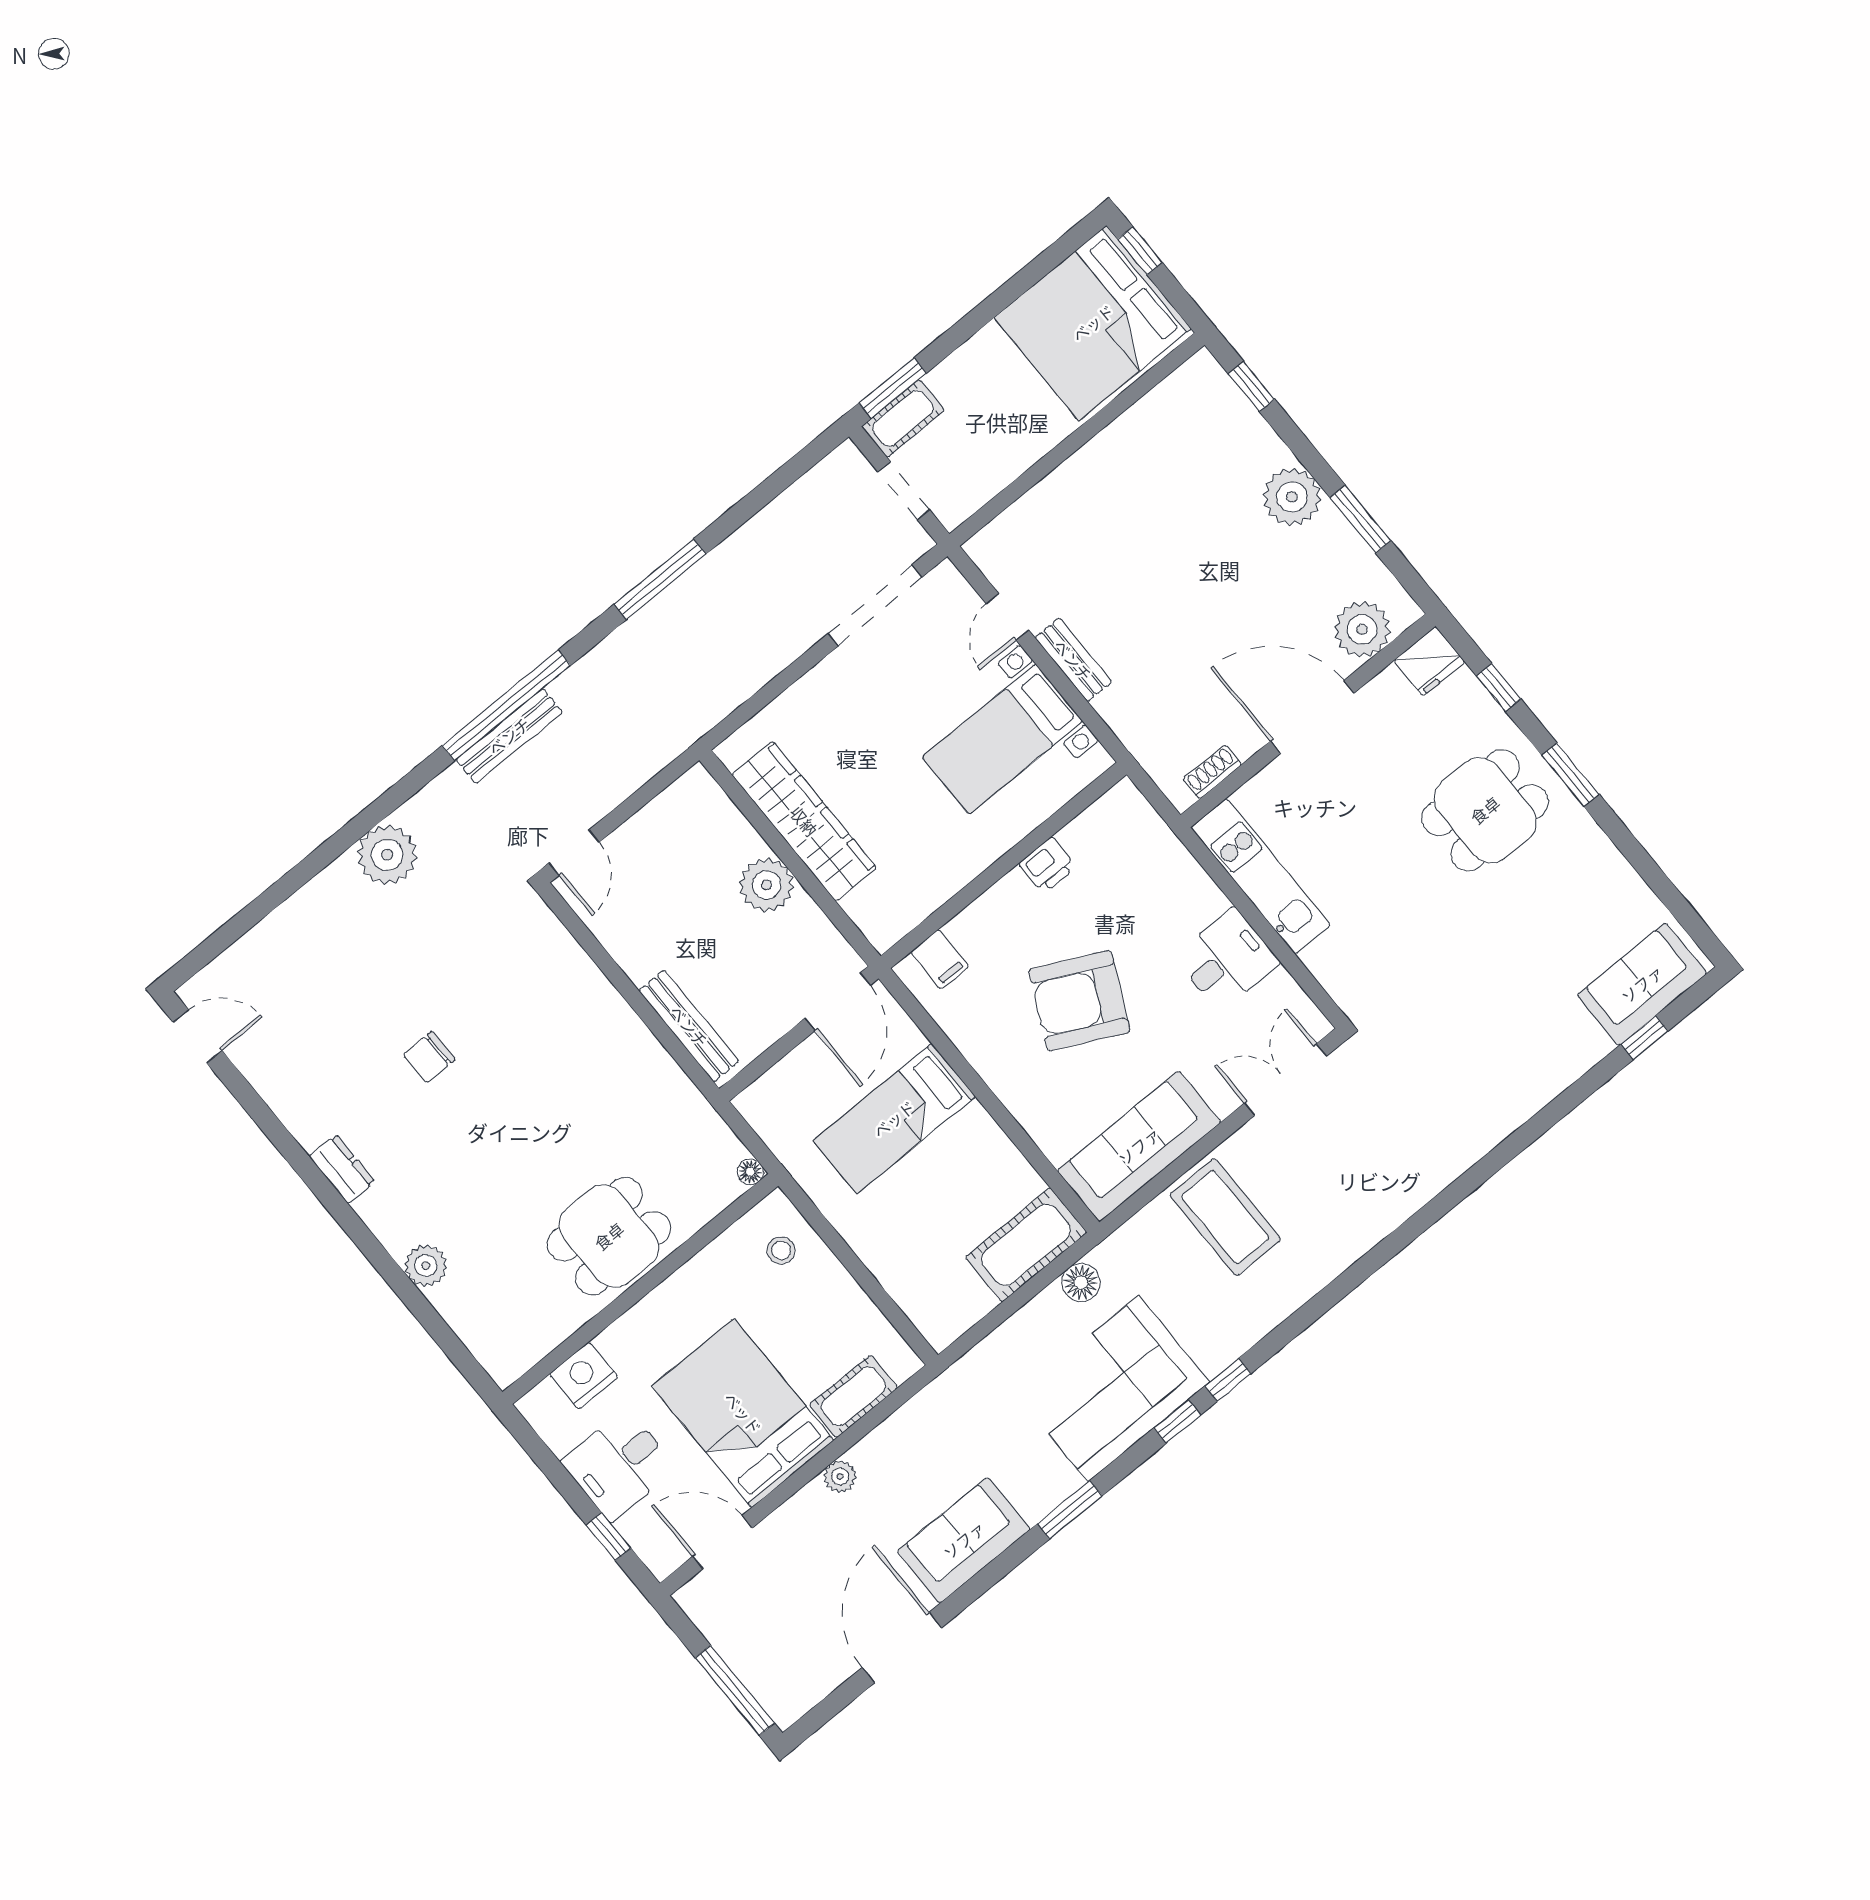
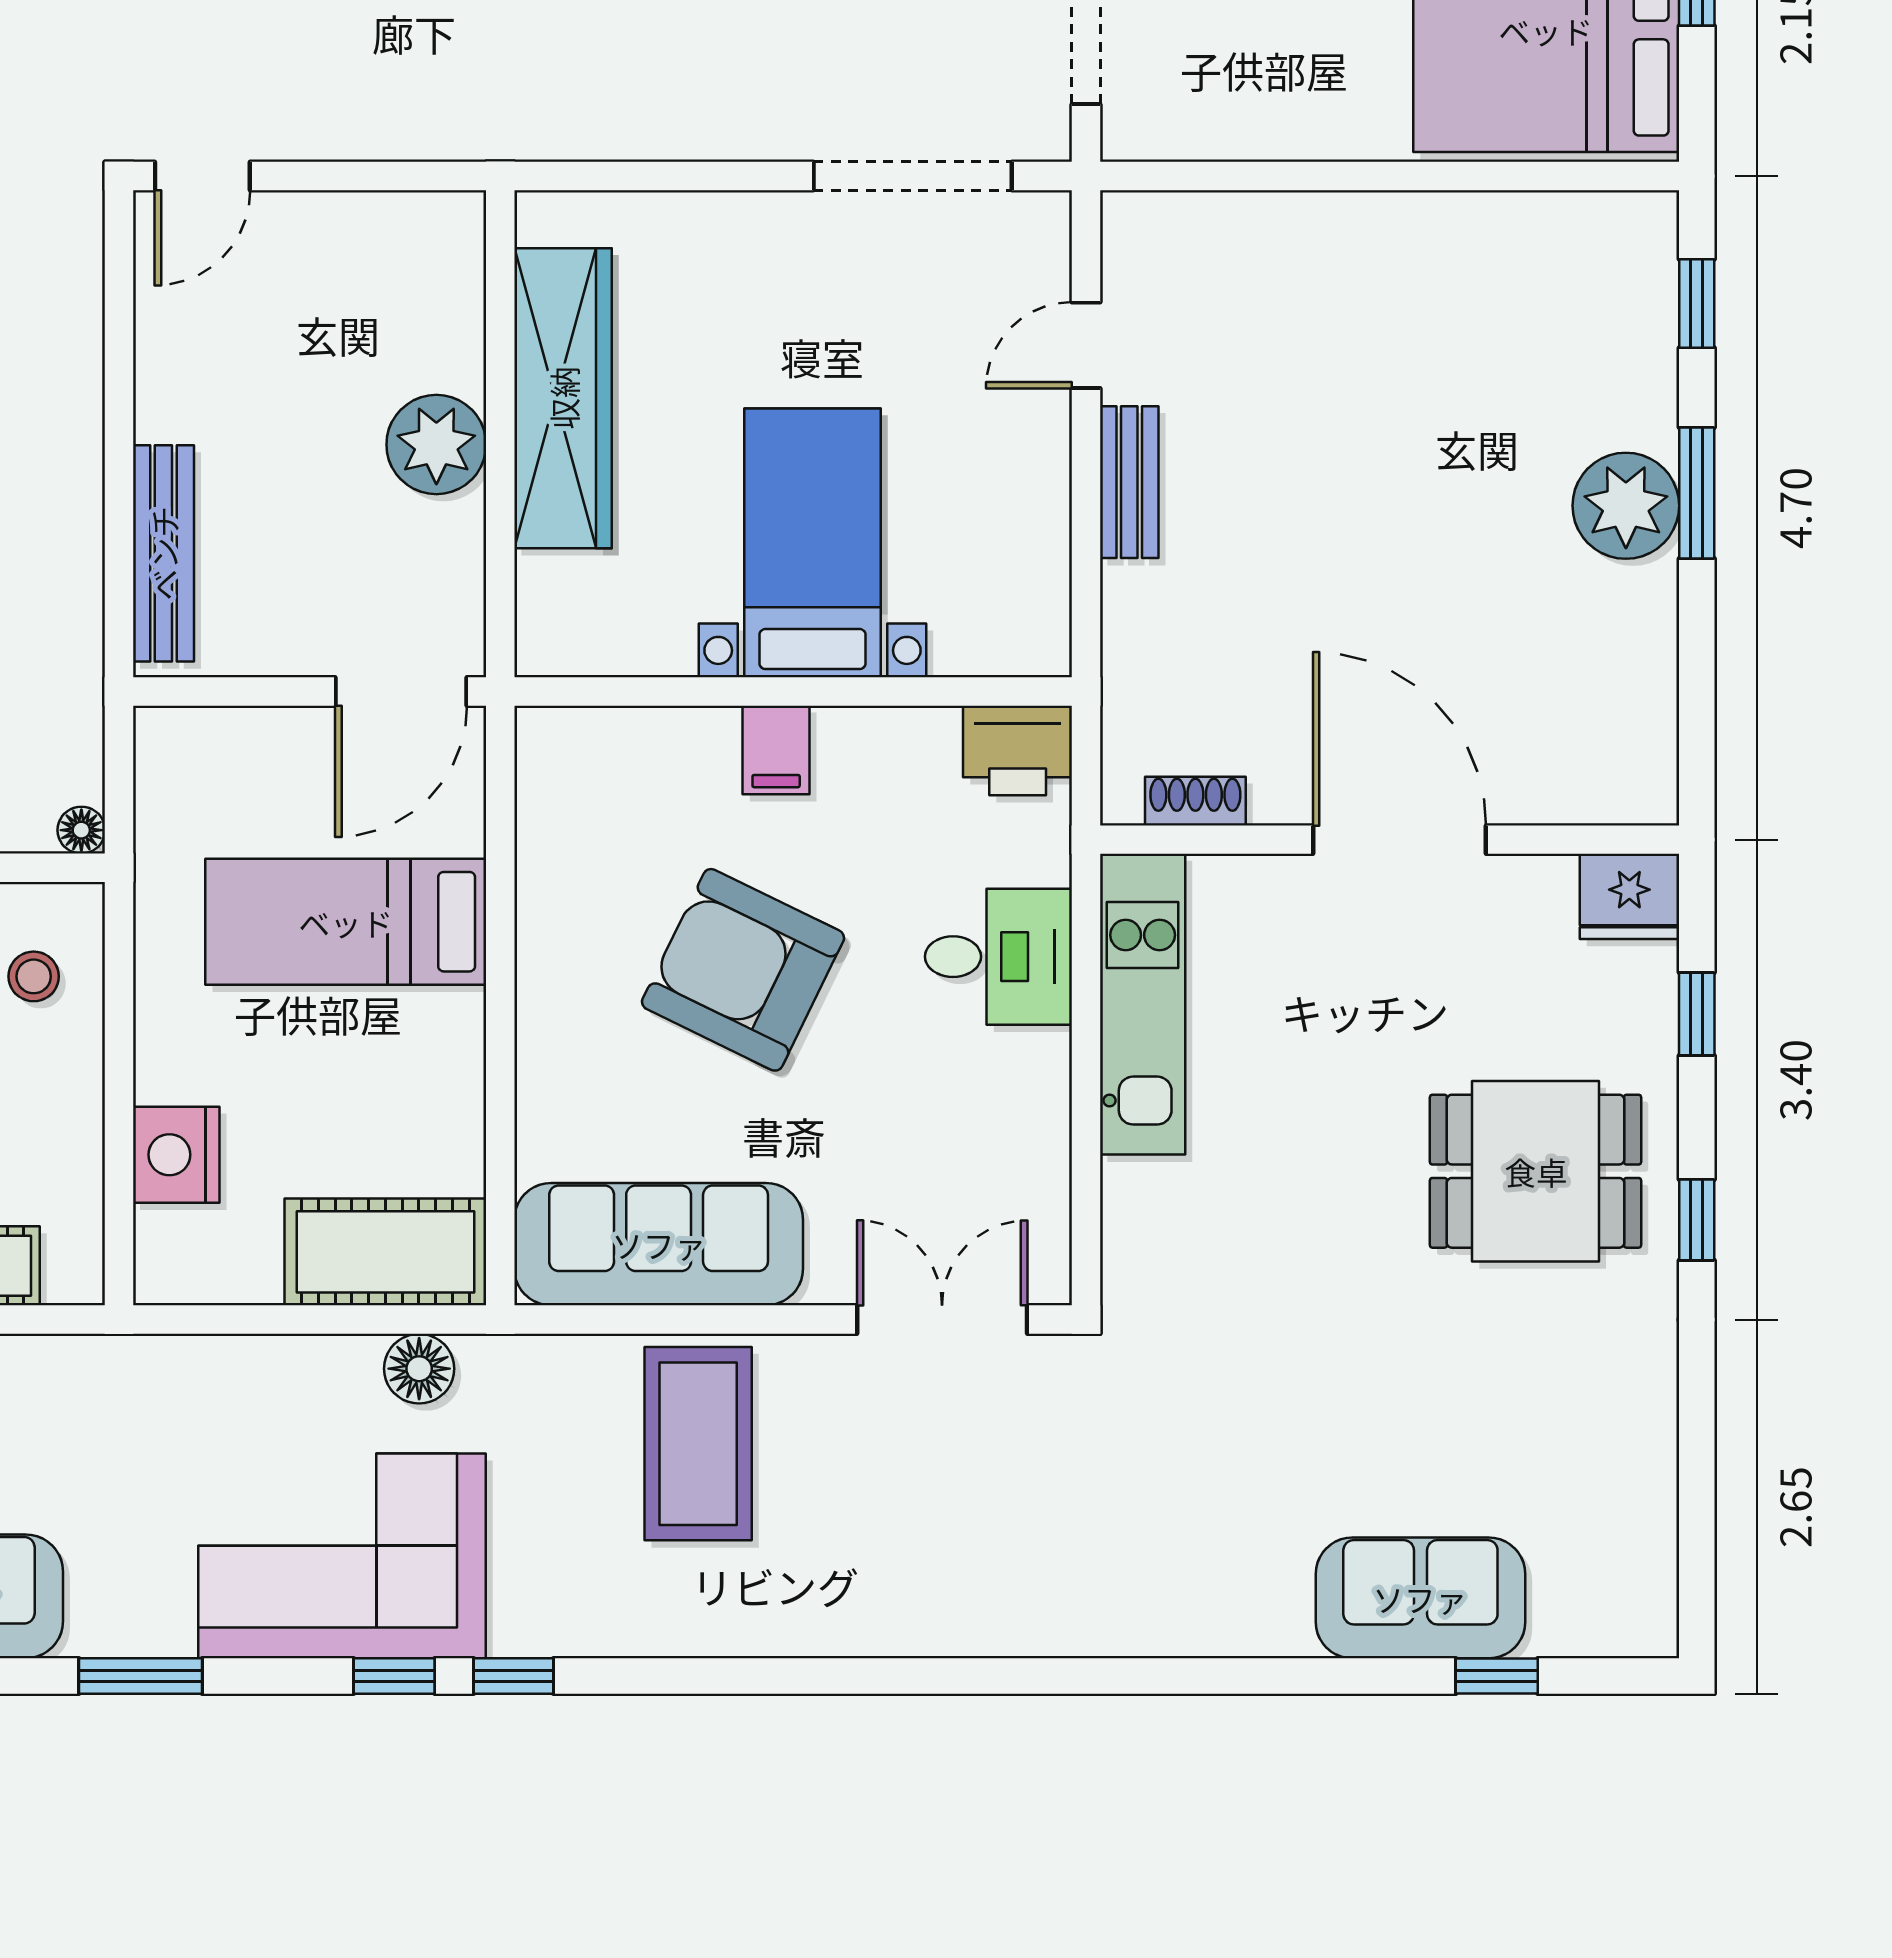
window: (1360, 519) -> (1697, 493), moved
plant: (1362, 629) -> (1571, 774), removed
bed with nightstands: (1002, 739) -> (812, 543), moved, turned 90
window: (1570, 775) -> (1697, 1220), width x0.67
printer: (1047, 865) -> (1018, 750), moved, width x1.36, depth x1.24
filing cabinet: (940, 959) -> (776, 750), moved
desk: (1227, 960) -> (998, 957), moved
sofa: (1642, 984) -> (1420, 1598), moved
nightstand: (904, 1276) -> (176, 1155), added

